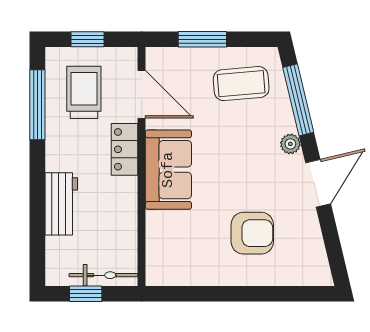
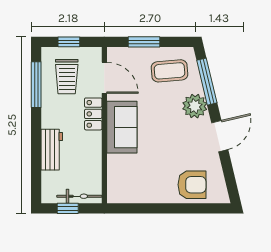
trolley: (84, 92) -> (67, 77), turned 180
plant: (290, 144) -> (195, 106), width x1.87, depth x1.87
armchair: (252, 233) -> (192, 185), moved

